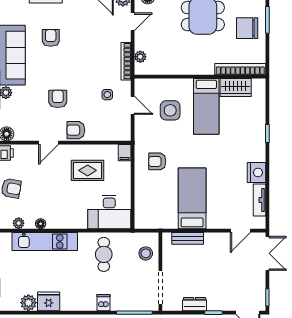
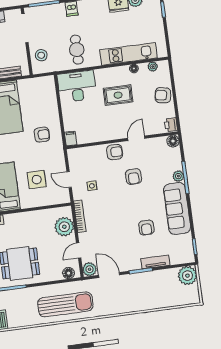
plant: (140, 57) -> (64, 227), width x1.88, depth x1.88
rug: (88, 170) -> (118, 95), moved

